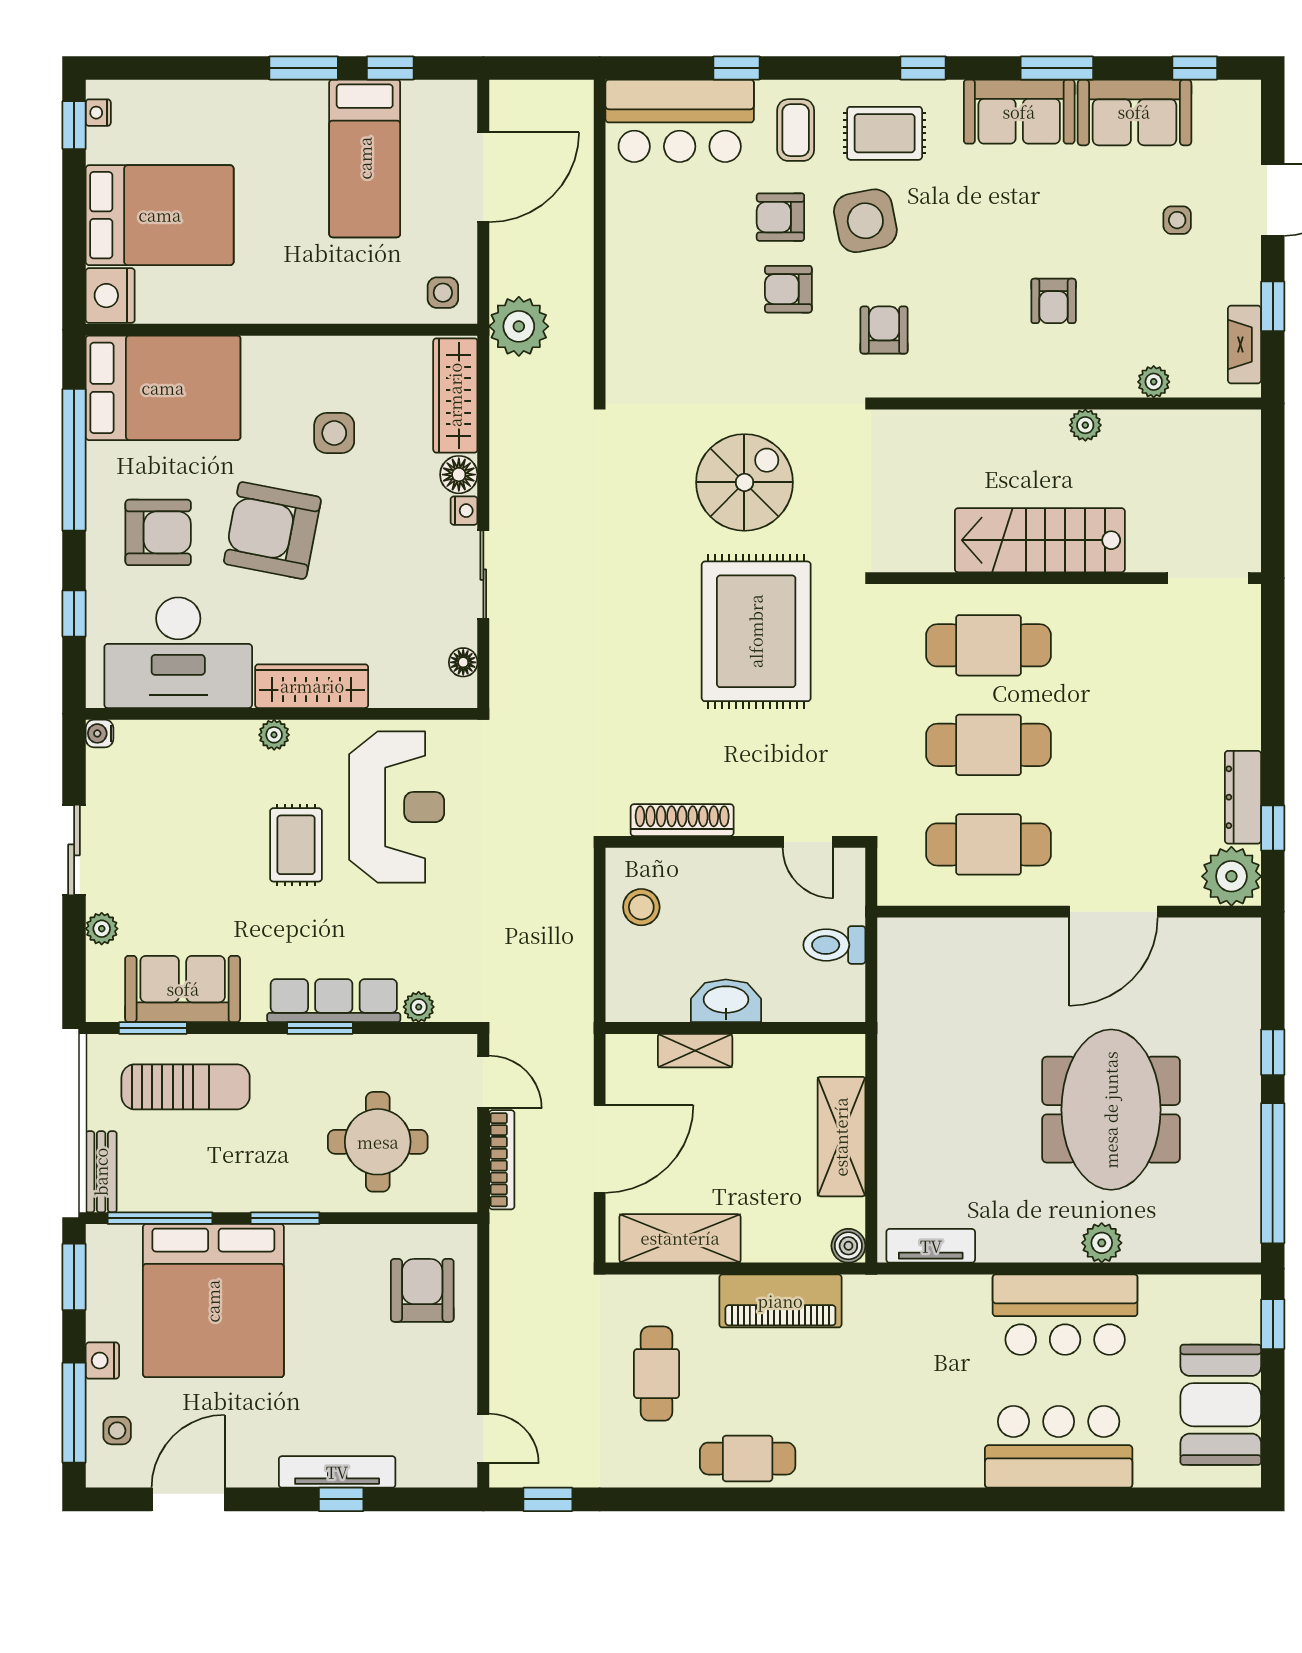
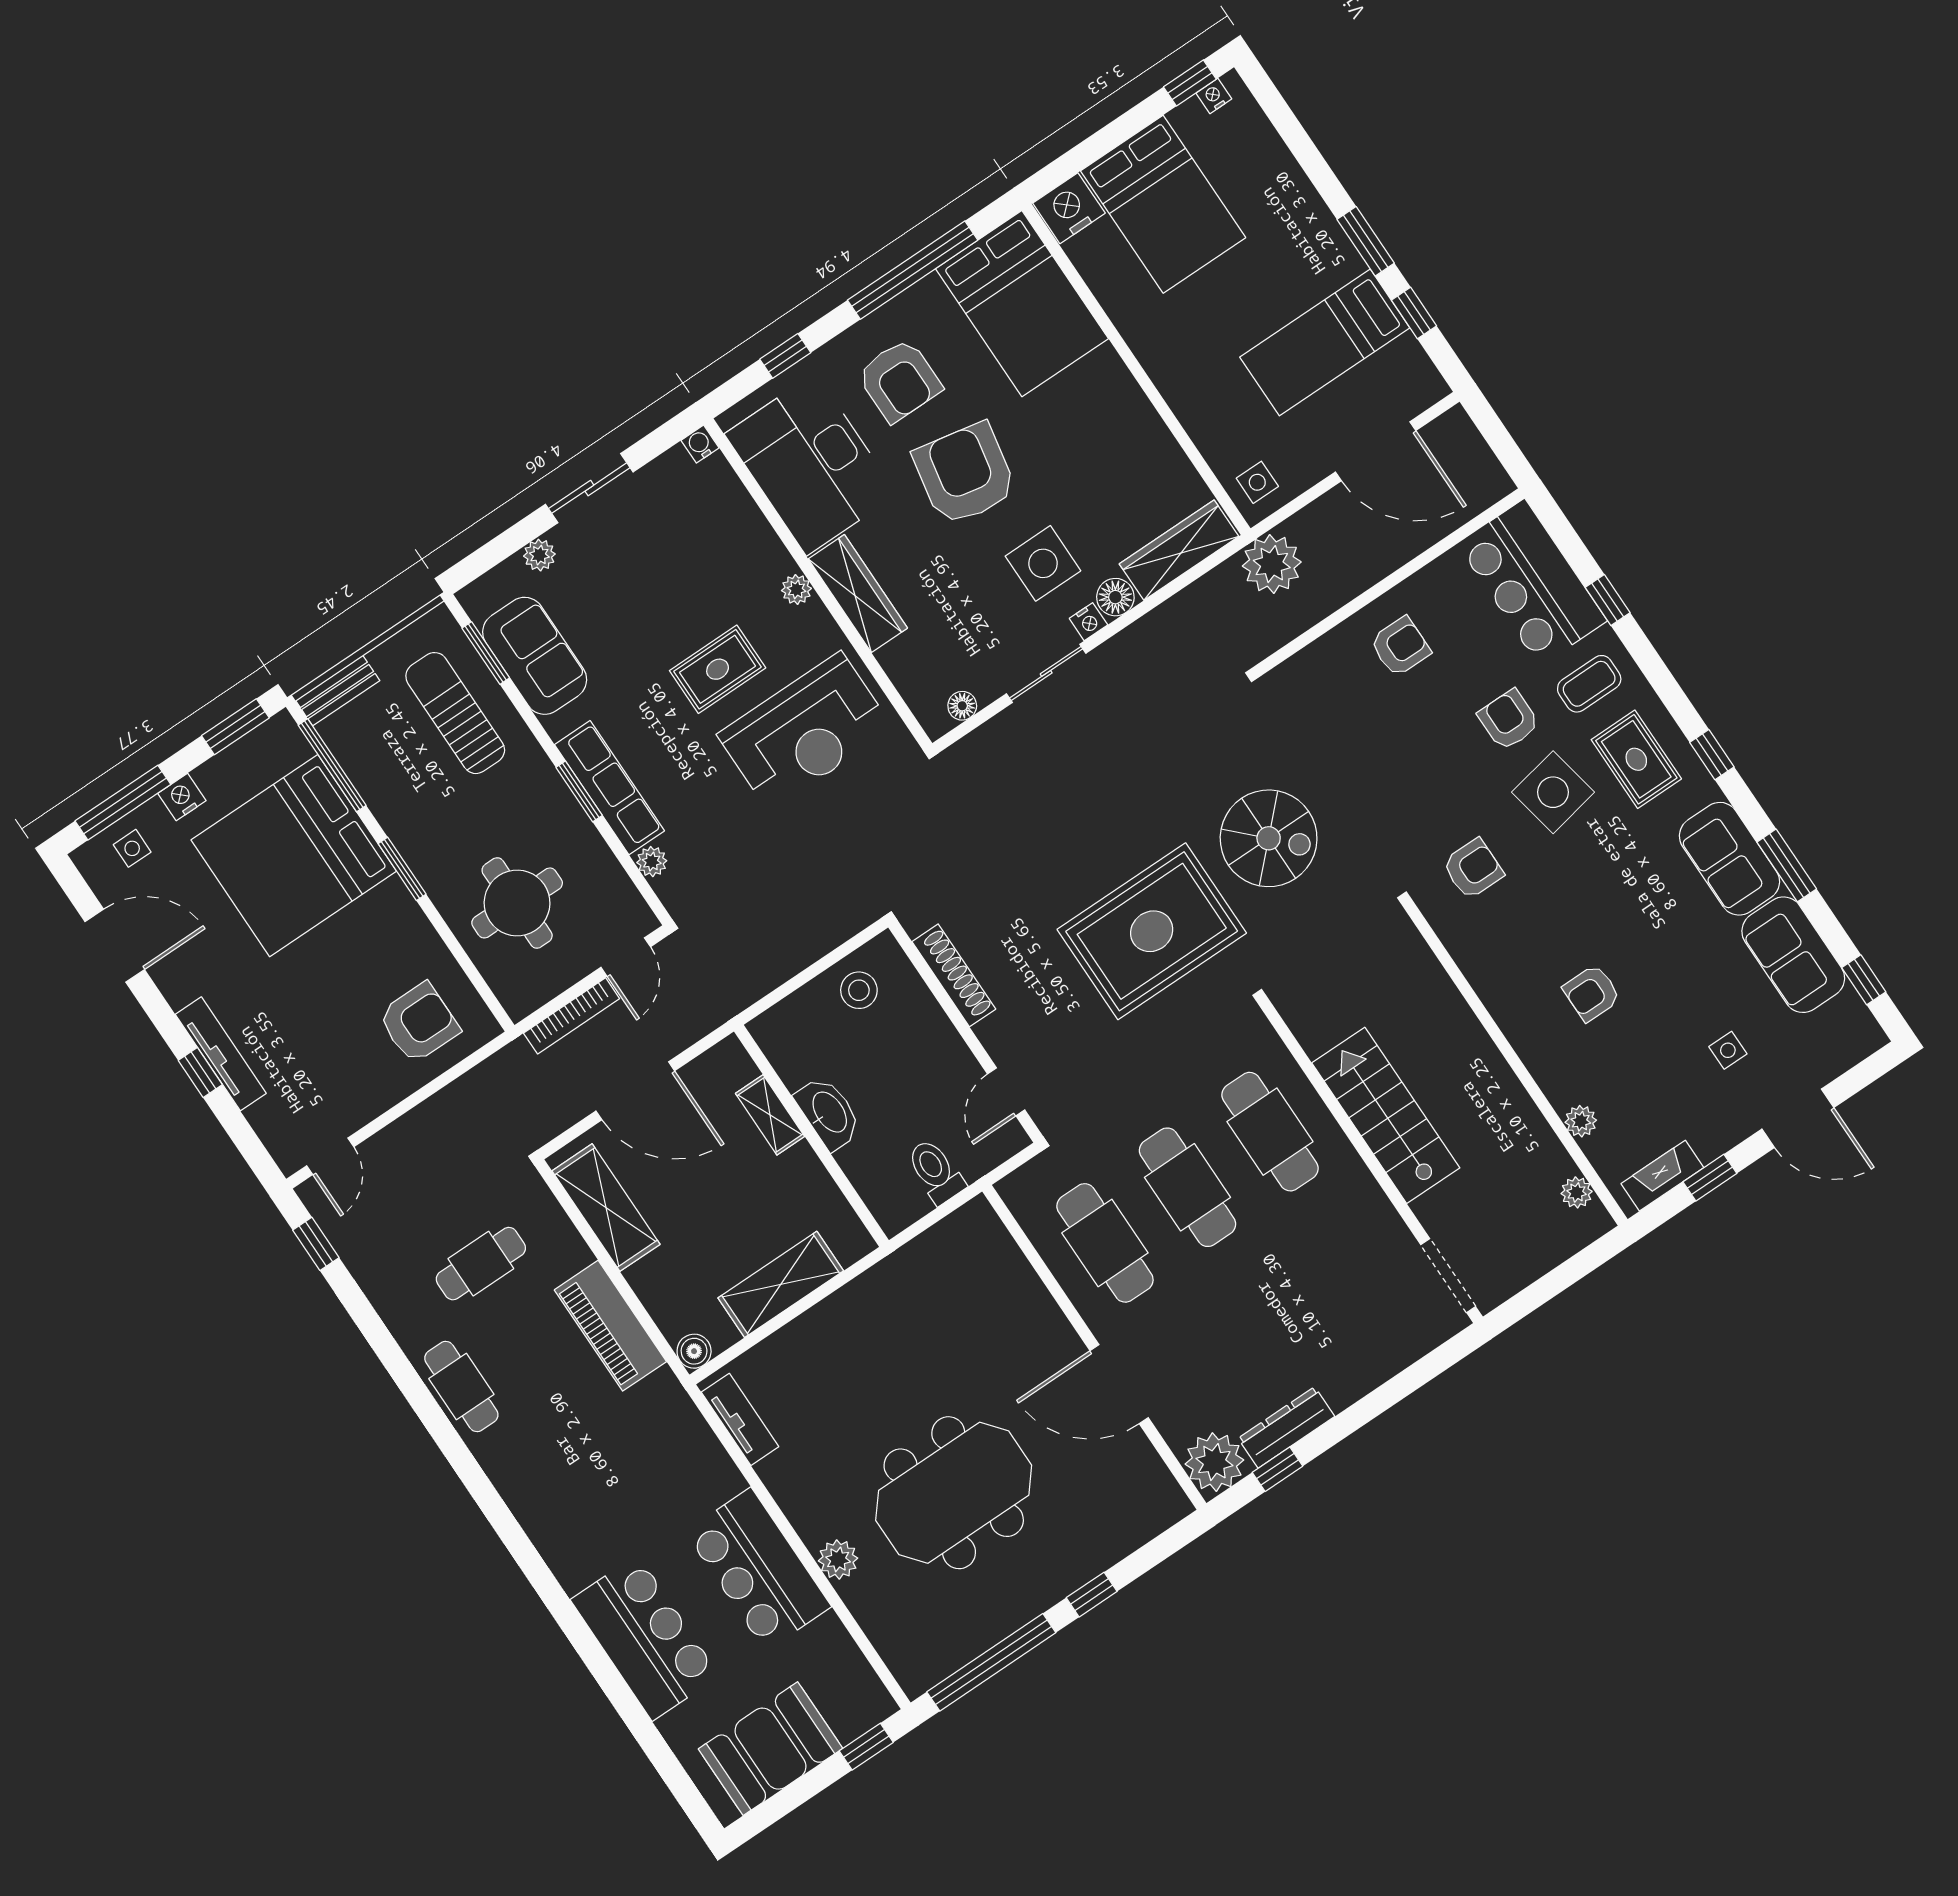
armchair: (788, 289) -> (1400, 647), moved, turned 90
plant: (1085, 425) -> (1577, 1192), moved
side table: (334, 433) -> (1043, 563), moved, width x1.37, depth x1.37
sun lounger: (186, 1087) -> (455, 713), turned 180

